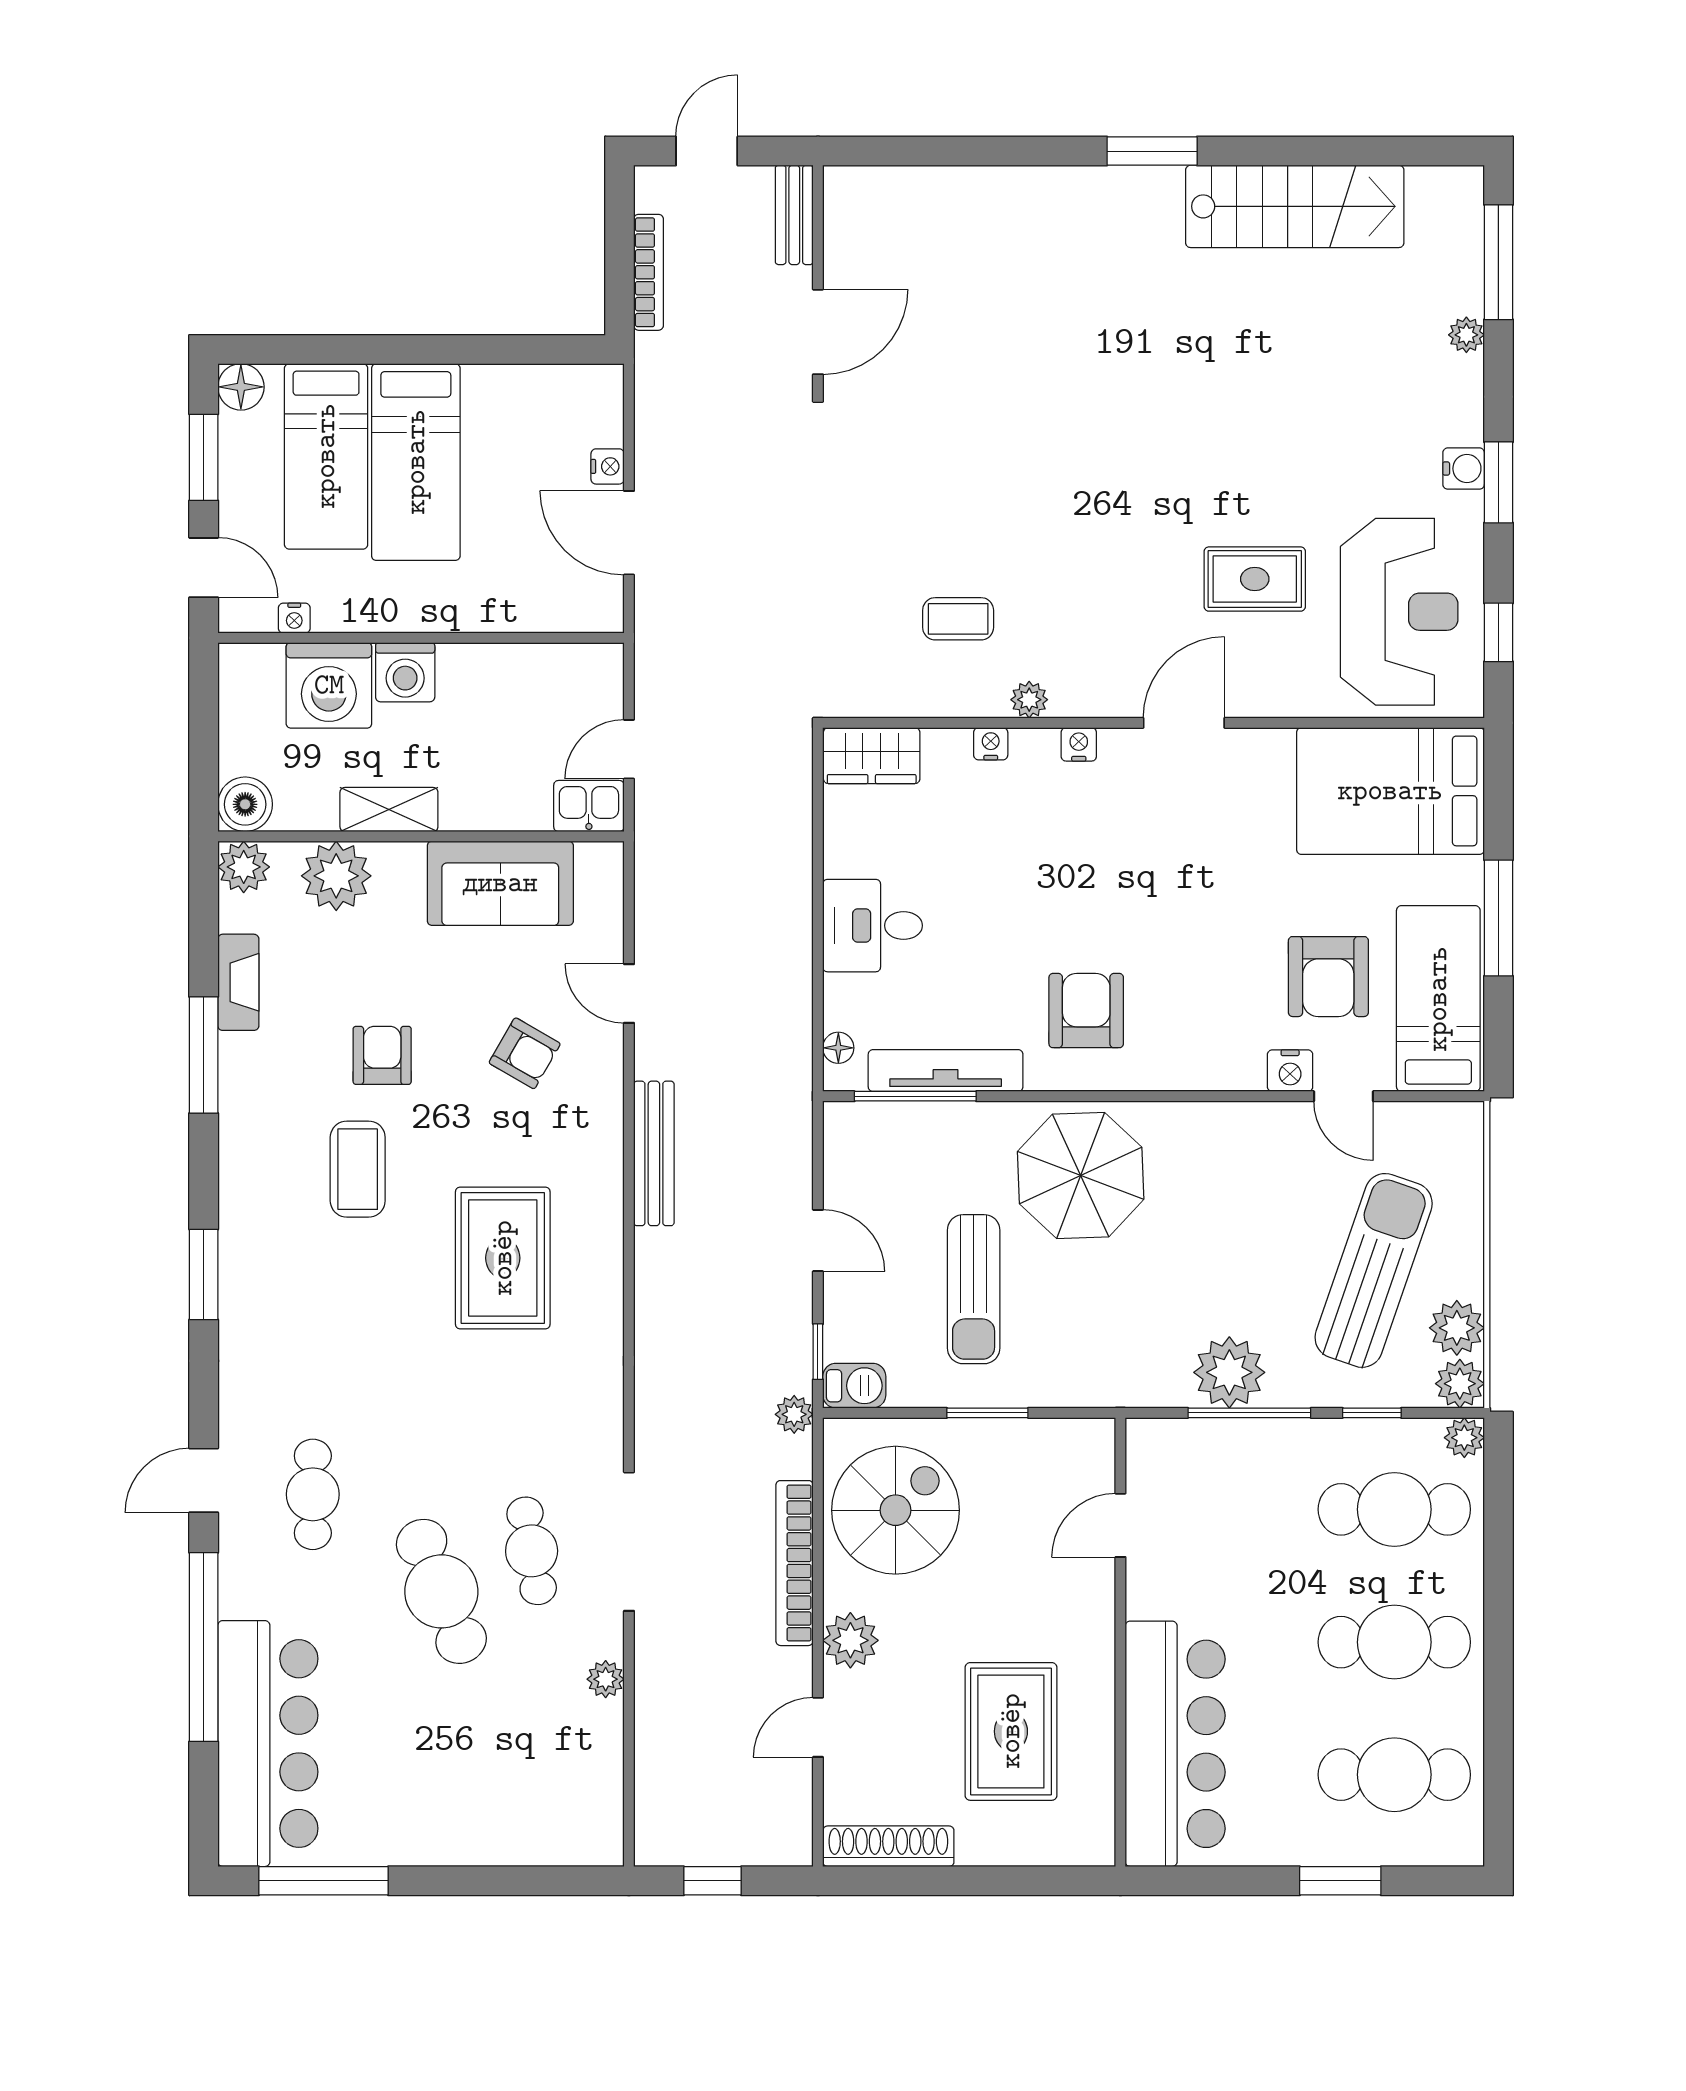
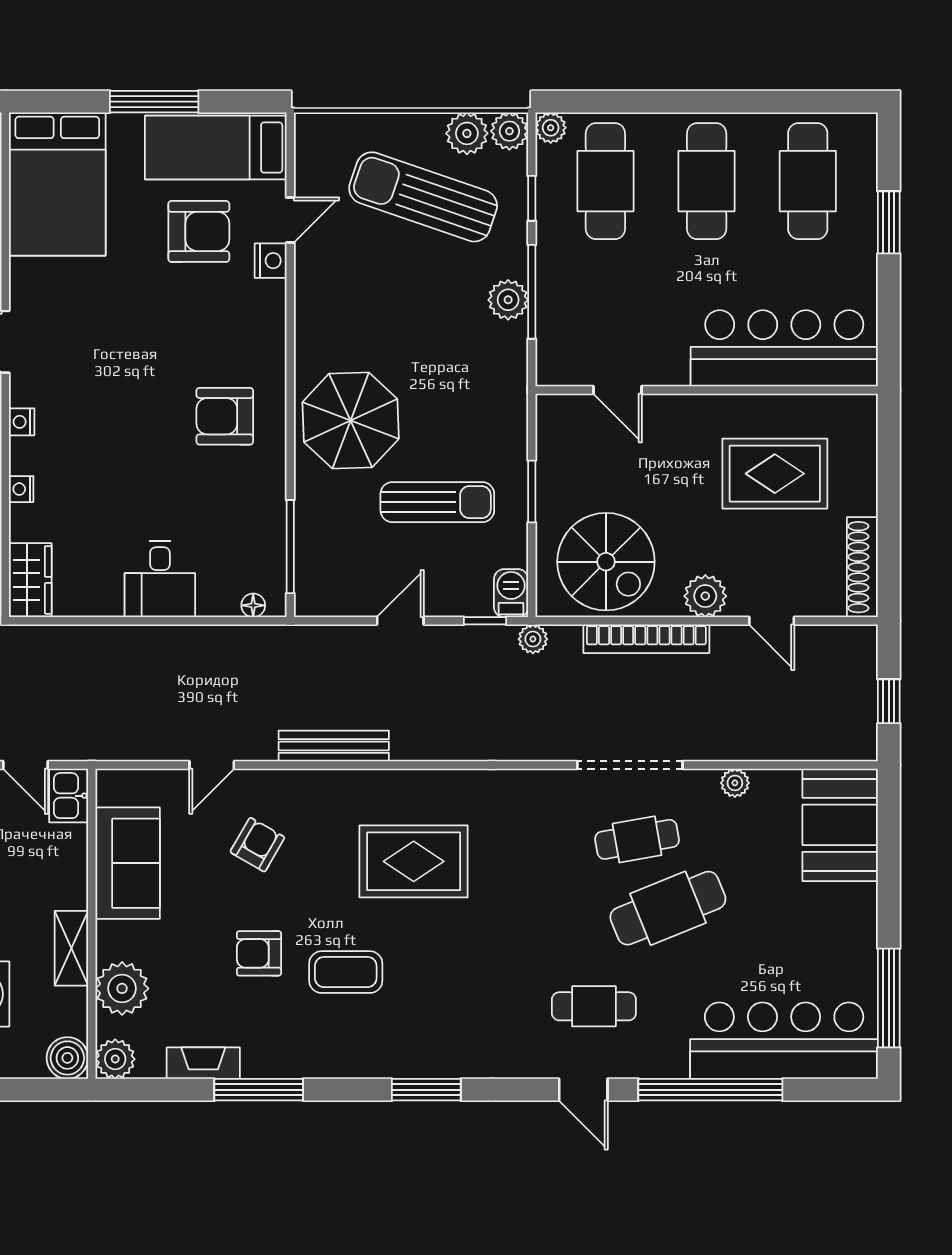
tv unit: (946, 1071) -> (271, 523), removed
plant: (1229, 1372) -> (508, 300), width x0.73, depth x0.73
spiral stairs: (896, 1510) -> (606, 562), turned 180
booth: (551, 1817) -> (840, 825), added

